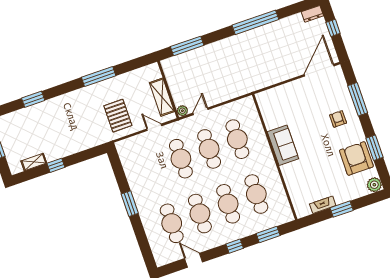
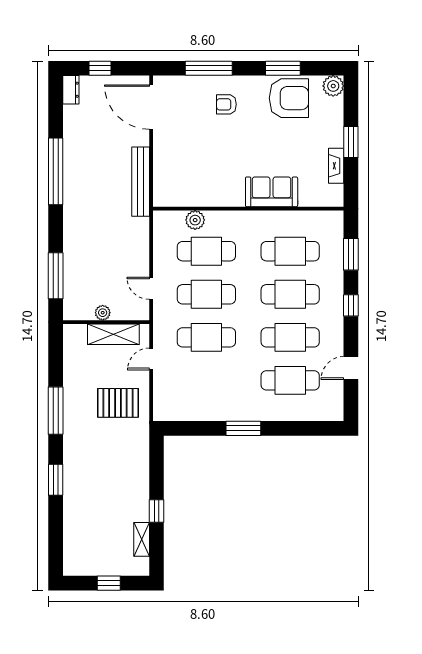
bench: (268, 80) -> (141, 182), added
window: (33, 99) -> (56, 480), moved
plant: (182, 111) -> (103, 313), moved
plant: (255, 125) -> (195, 220), added
sofa: (283, 145) -> (272, 192), moved
armchair: (356, 158) -> (289, 98), turned 180

